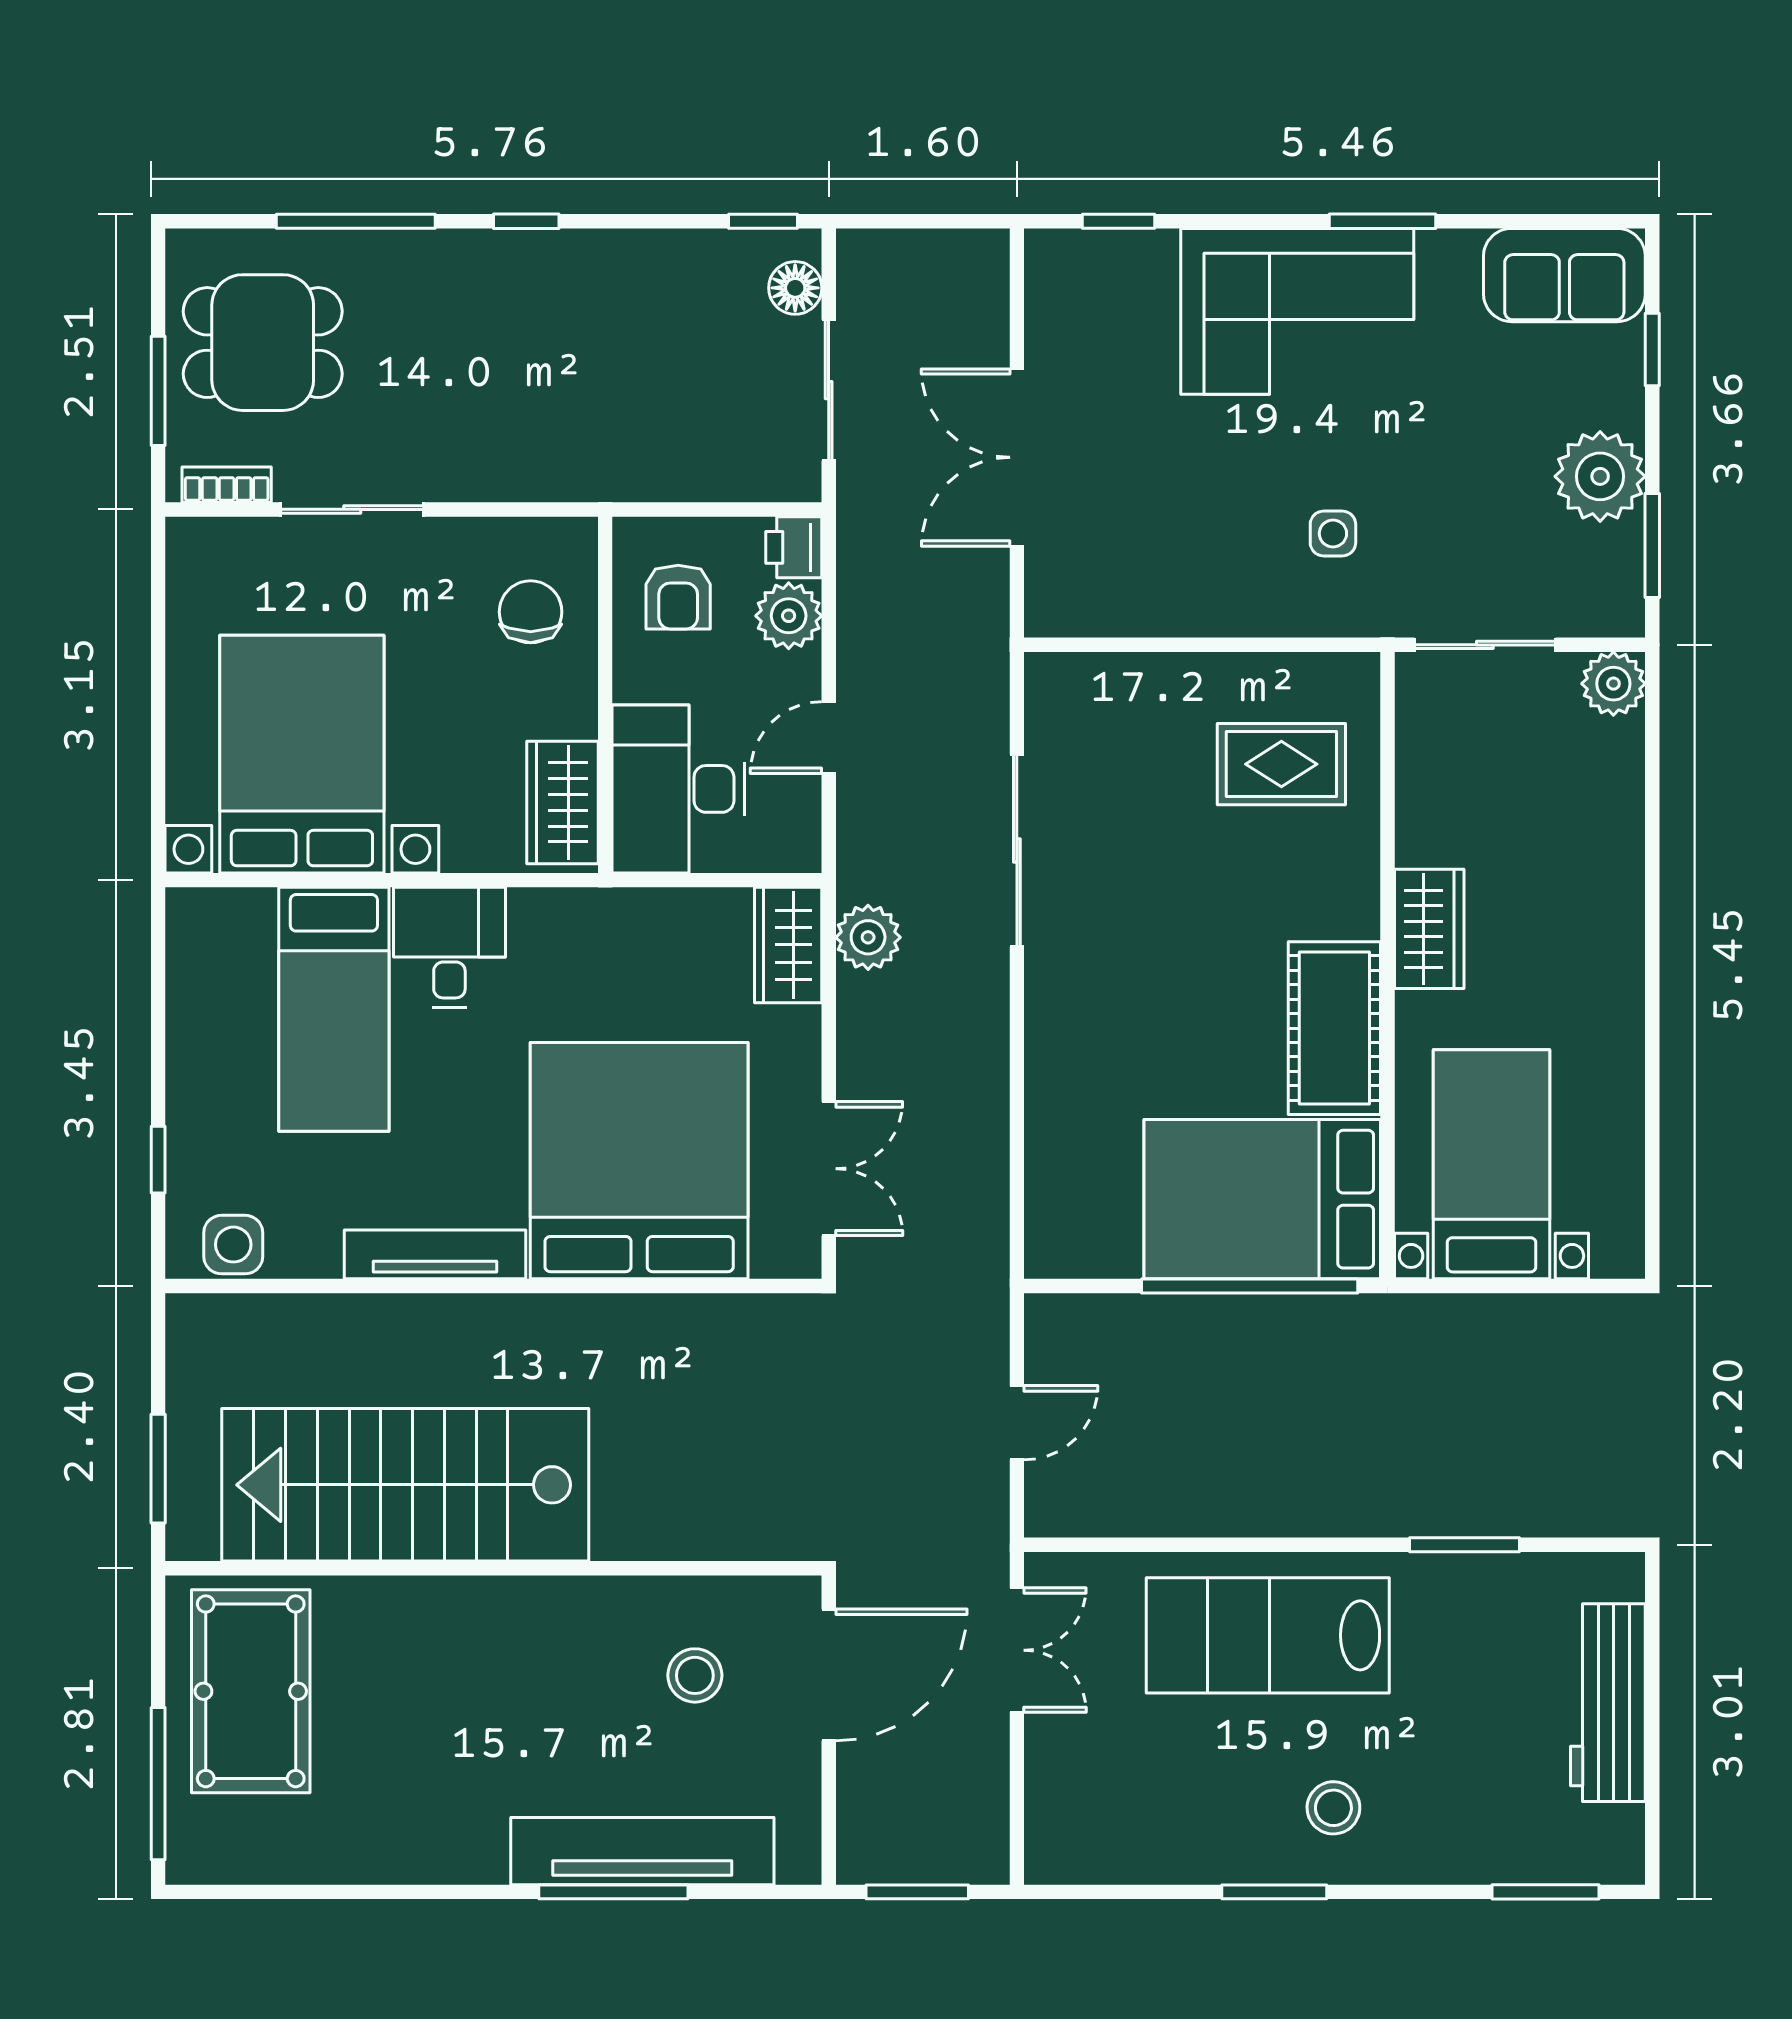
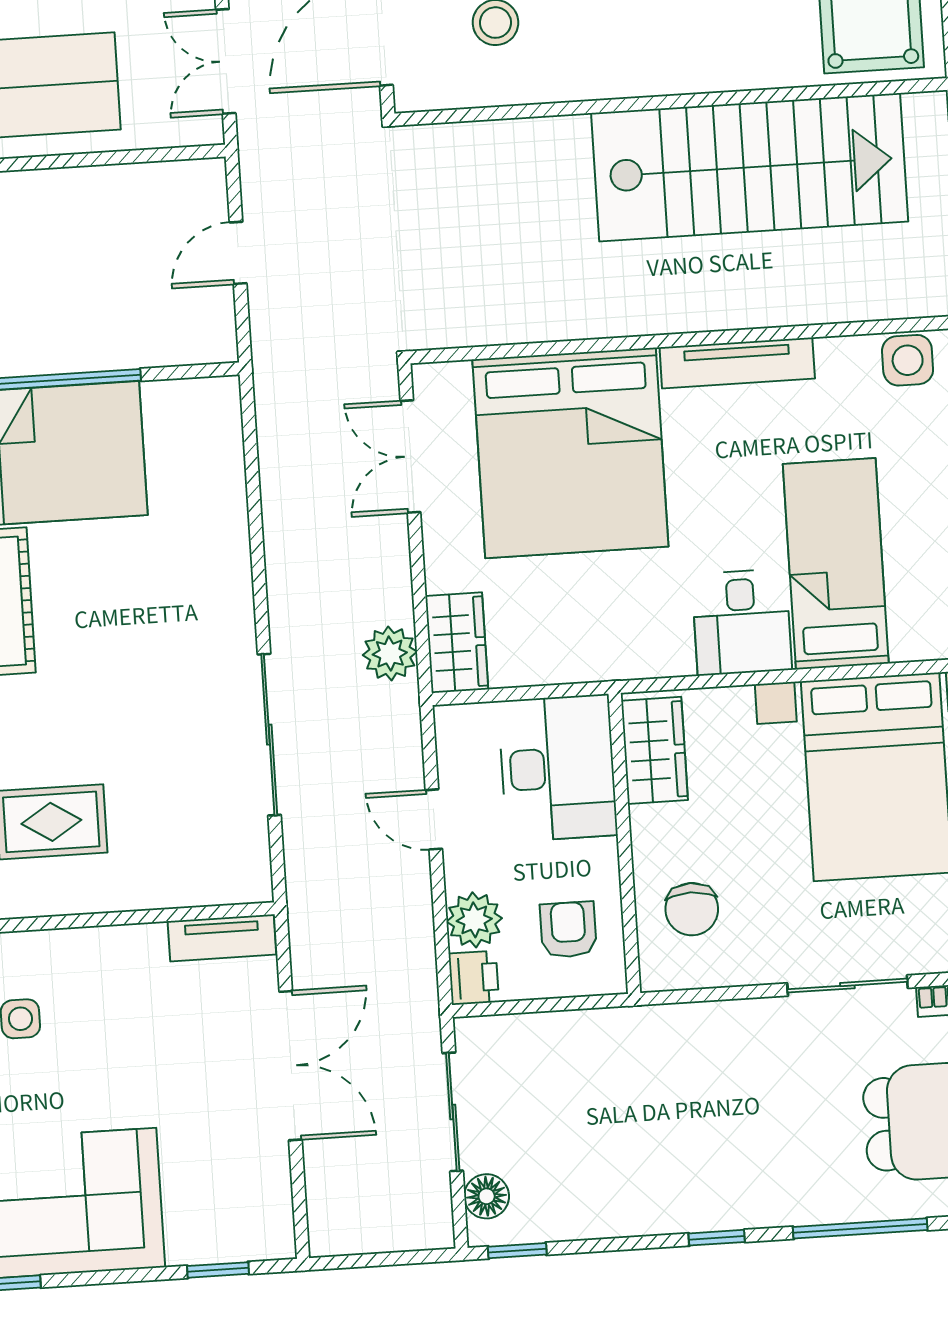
tv unit: (1088, 614) -> (222, 938), added
door: (829, 738) -> (434, 819), swing flipped

